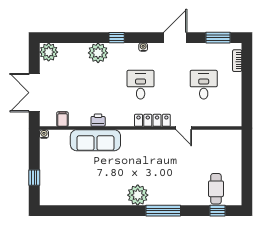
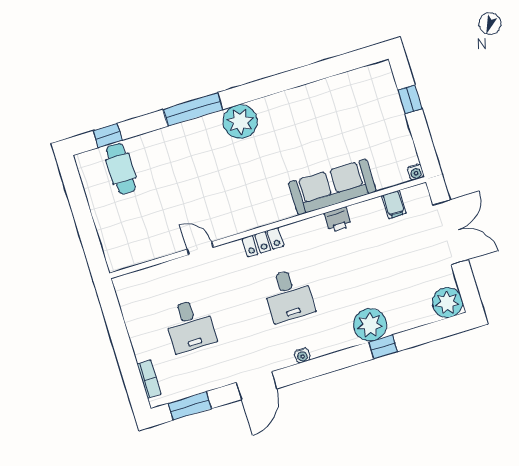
window: (117, 38) -> (383, 347), moved
locker: (152, 120) -> (263, 242), width x0.66

